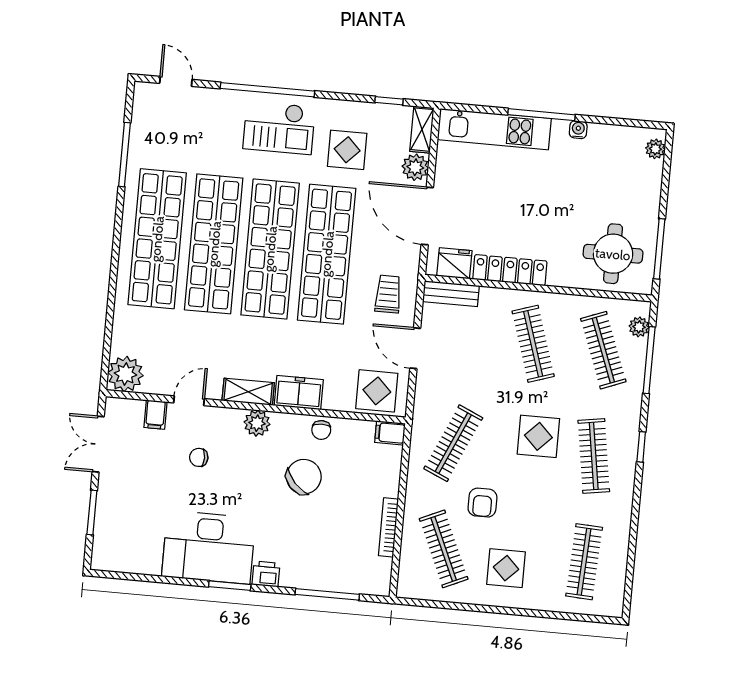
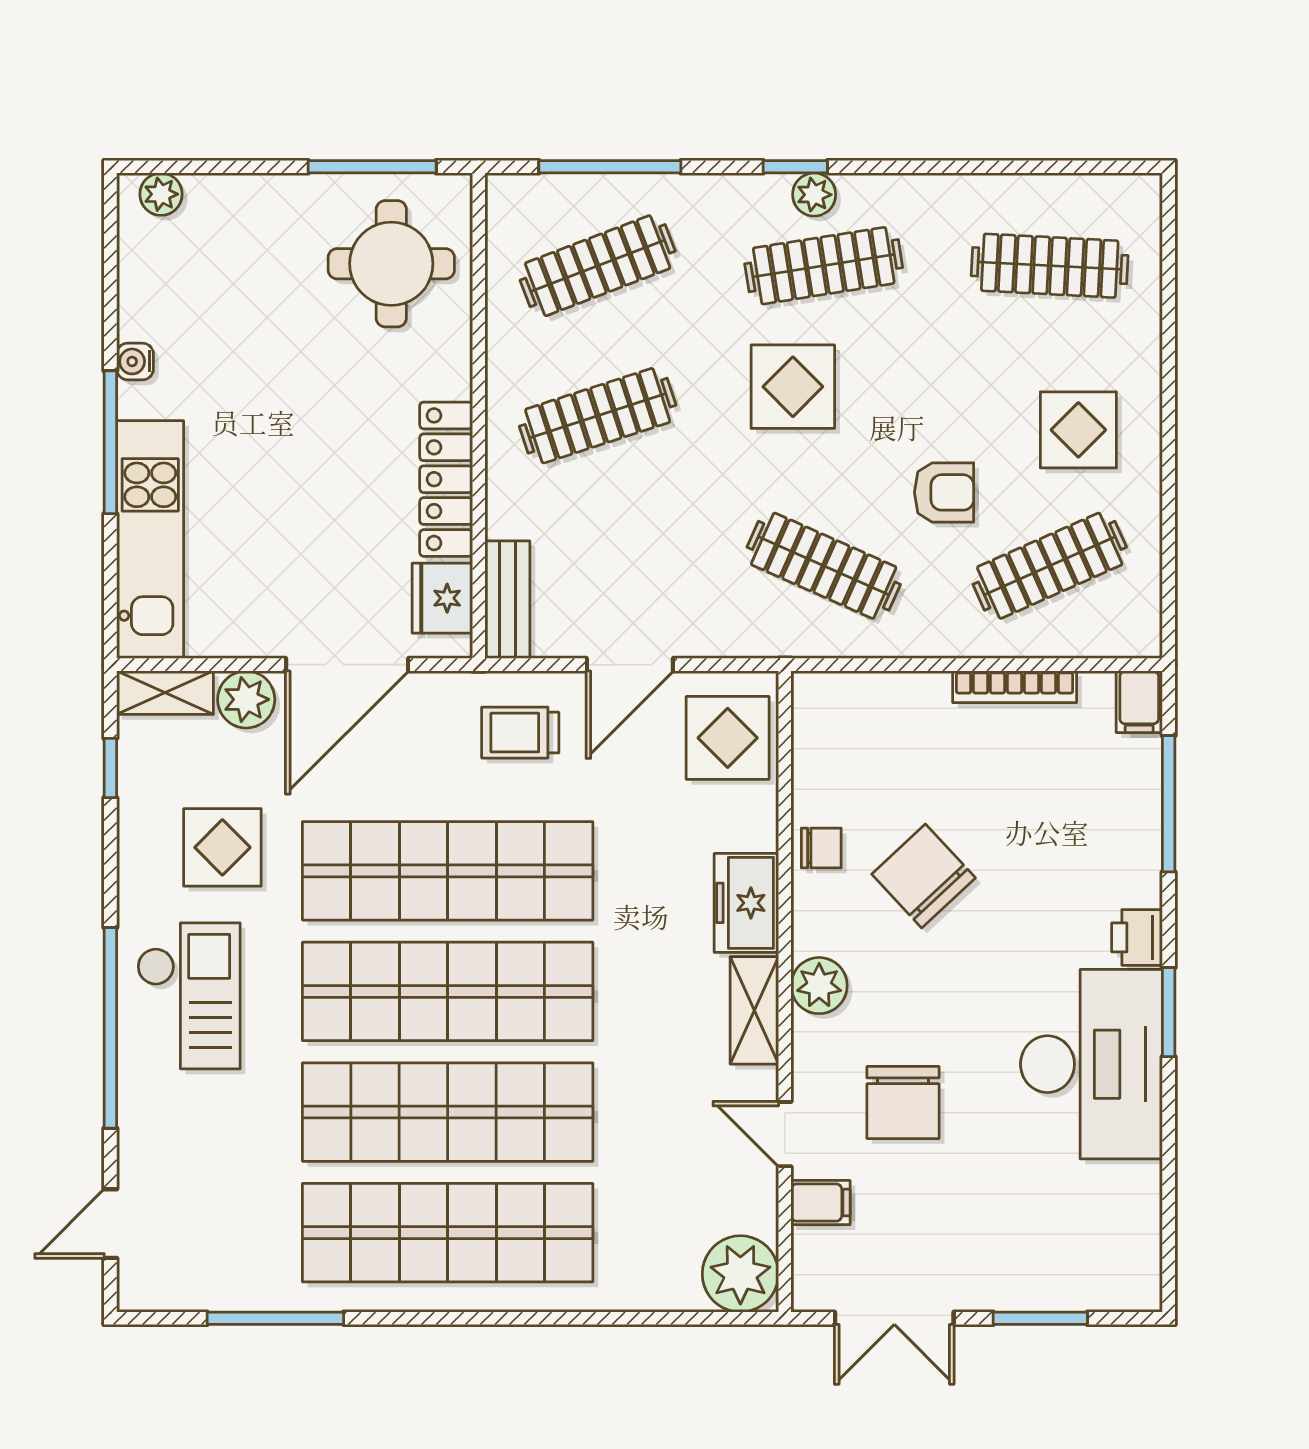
plant: (639, 327) -> (814, 195), moved
filing cabinet: (390, 433) -> (1139, 702), moved
chair: (199, 457) -> (903, 1102), width x1.87, depth x1.87

